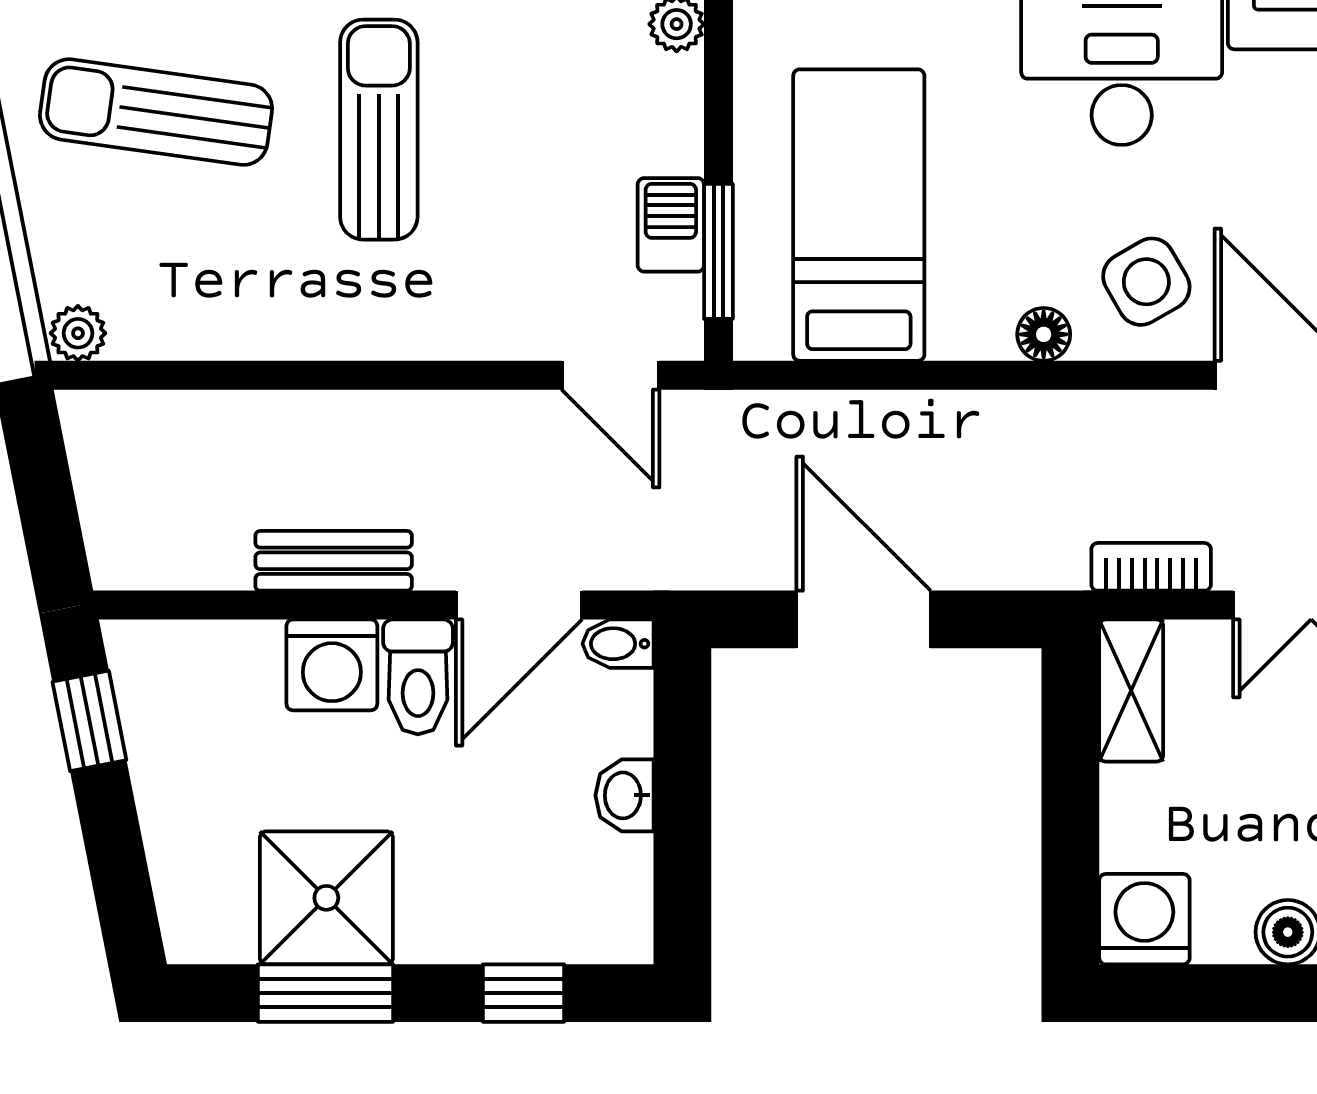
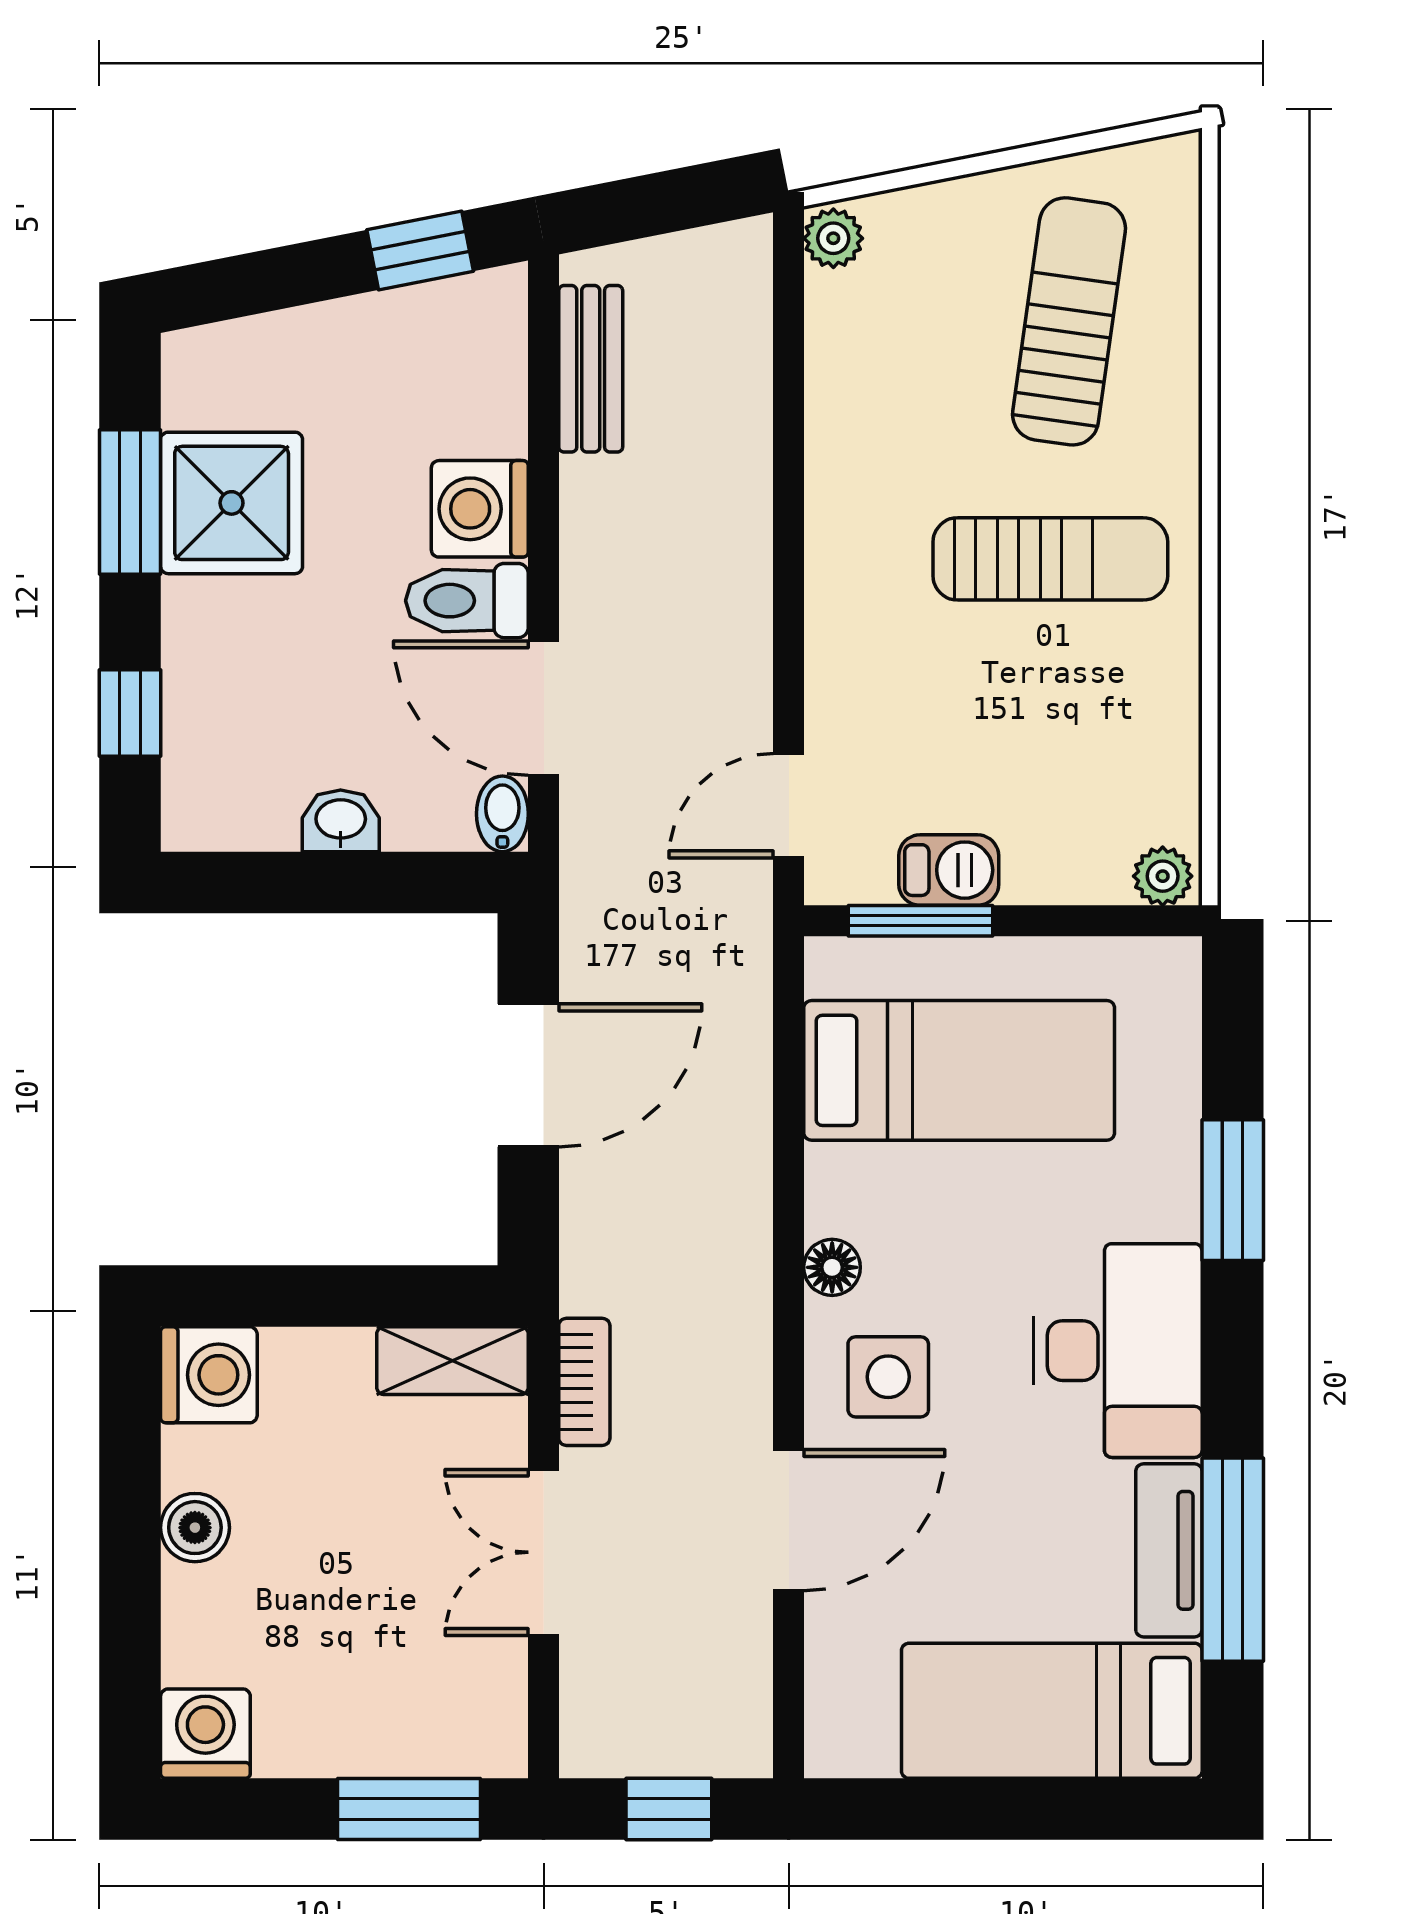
side table: (1146, 282) -> (888, 1377), turned 30
bench: (334, 561) -> (591, 369), moved

